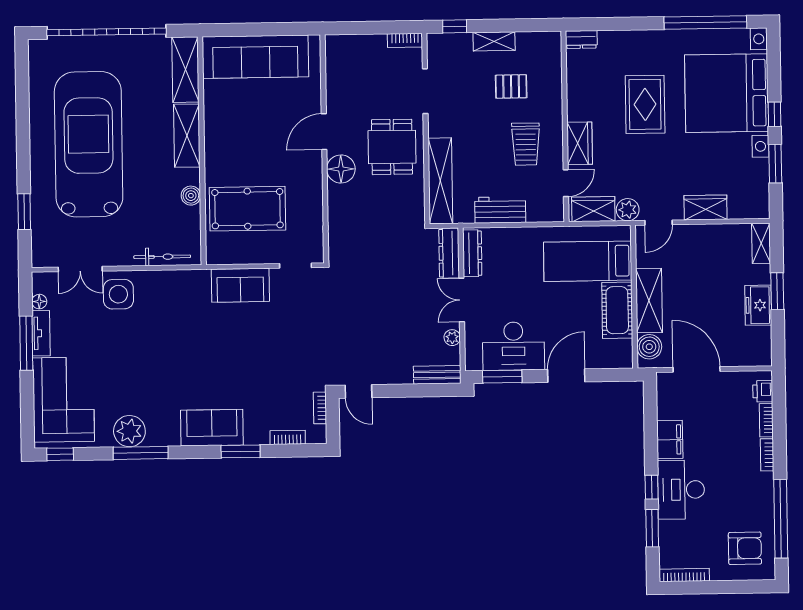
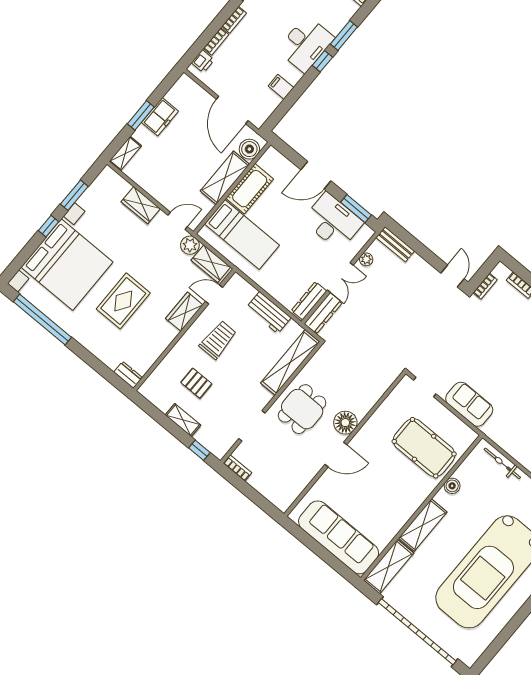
filing cabinet: (670, 440) -> (281, 87), width x0.50

